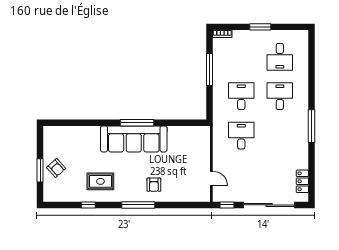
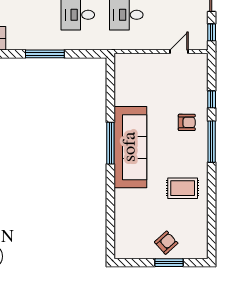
rug: (100, 181) -> (183, 188), turned 90
window: (88, 205) -> (212, 99), moved

